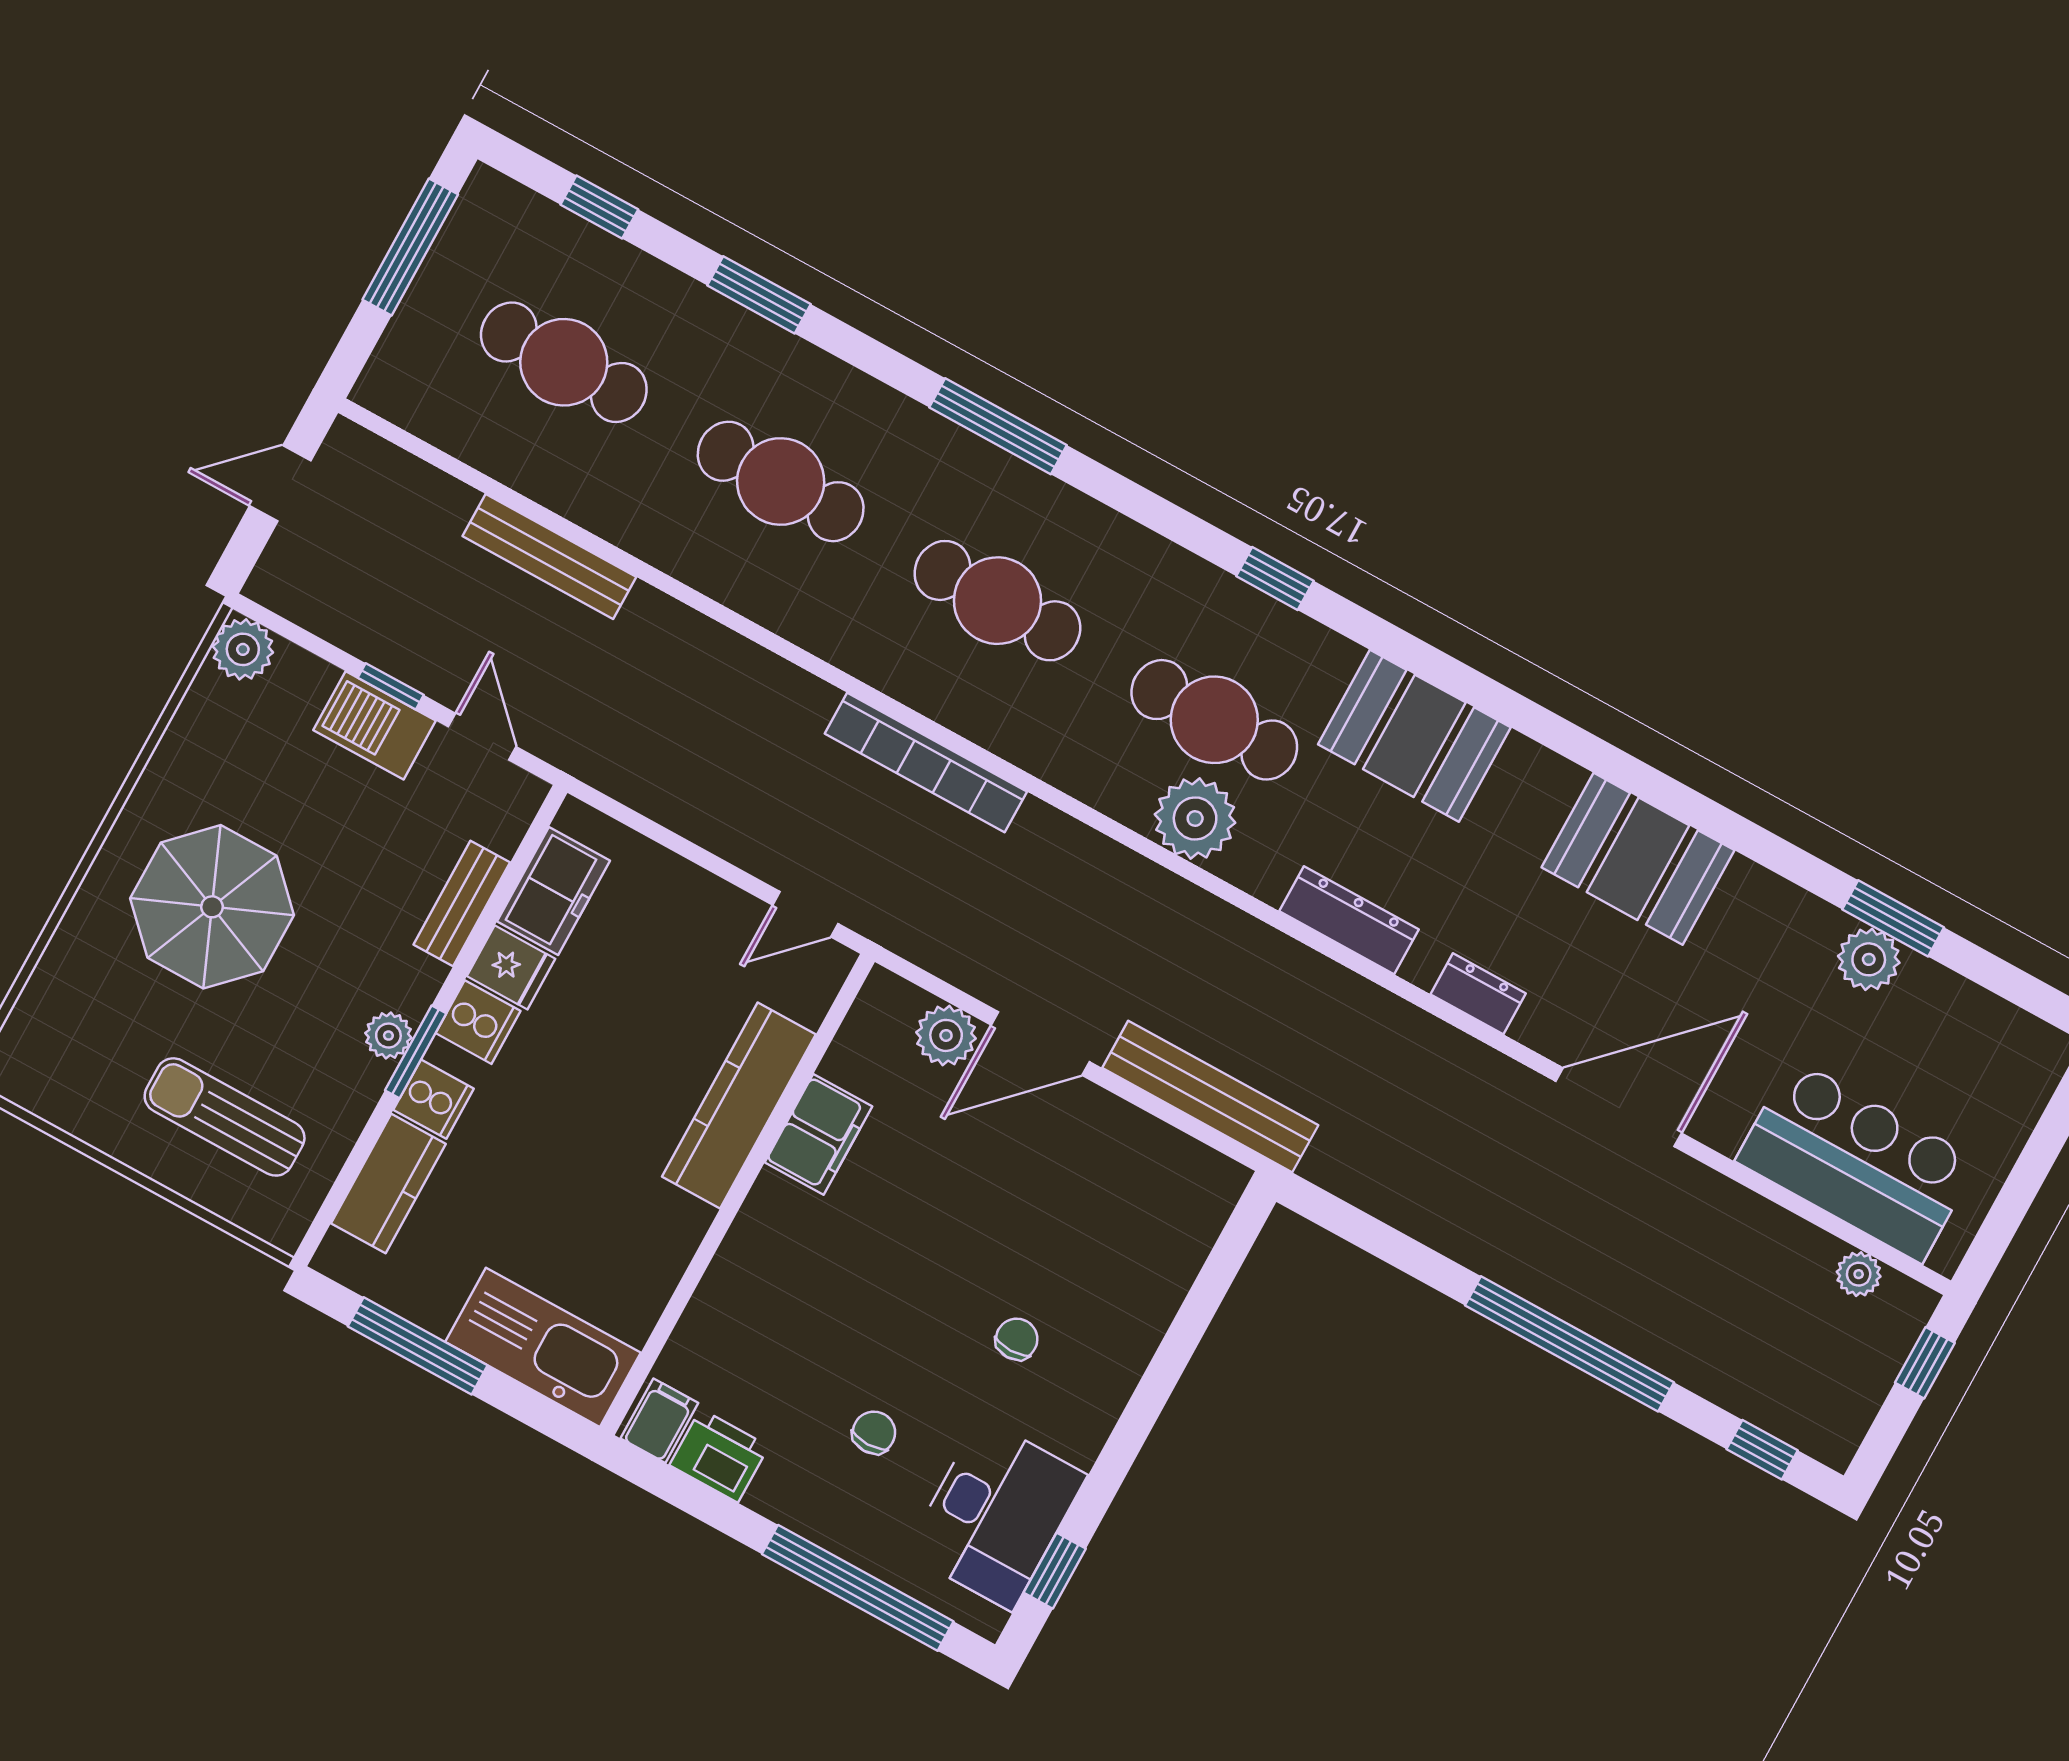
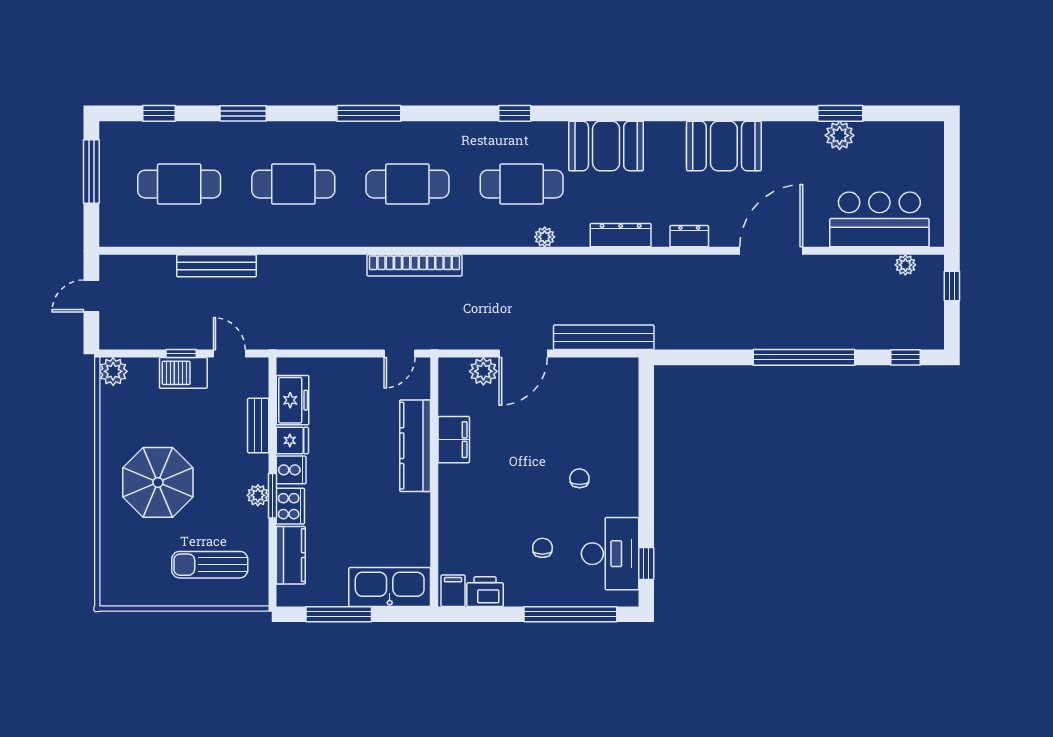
plant: (1195, 819) -> (545, 237), width x0.53, depth x0.53
cooker: (434, 1099) -> (290, 506), width x1.36

